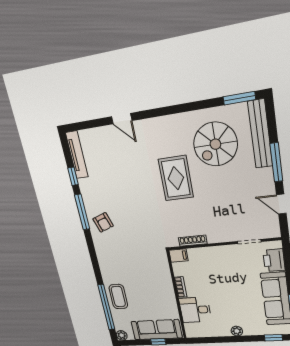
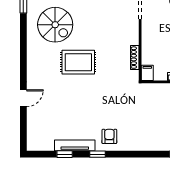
tv unit: (77, 155) -> (75, 145), moved
window: (82, 212) -> (98, 154), width x0.46
armchair: (103, 222) -> (109, 136), turned -71

